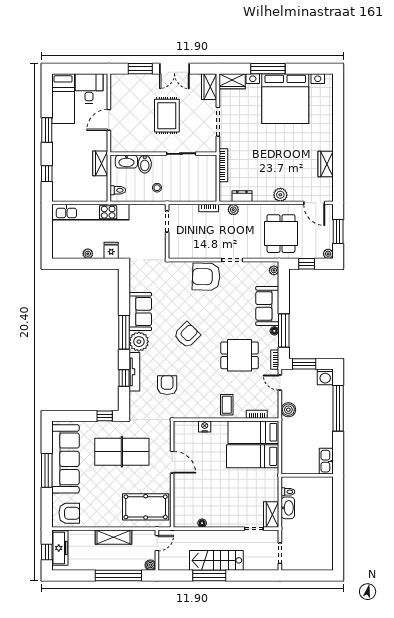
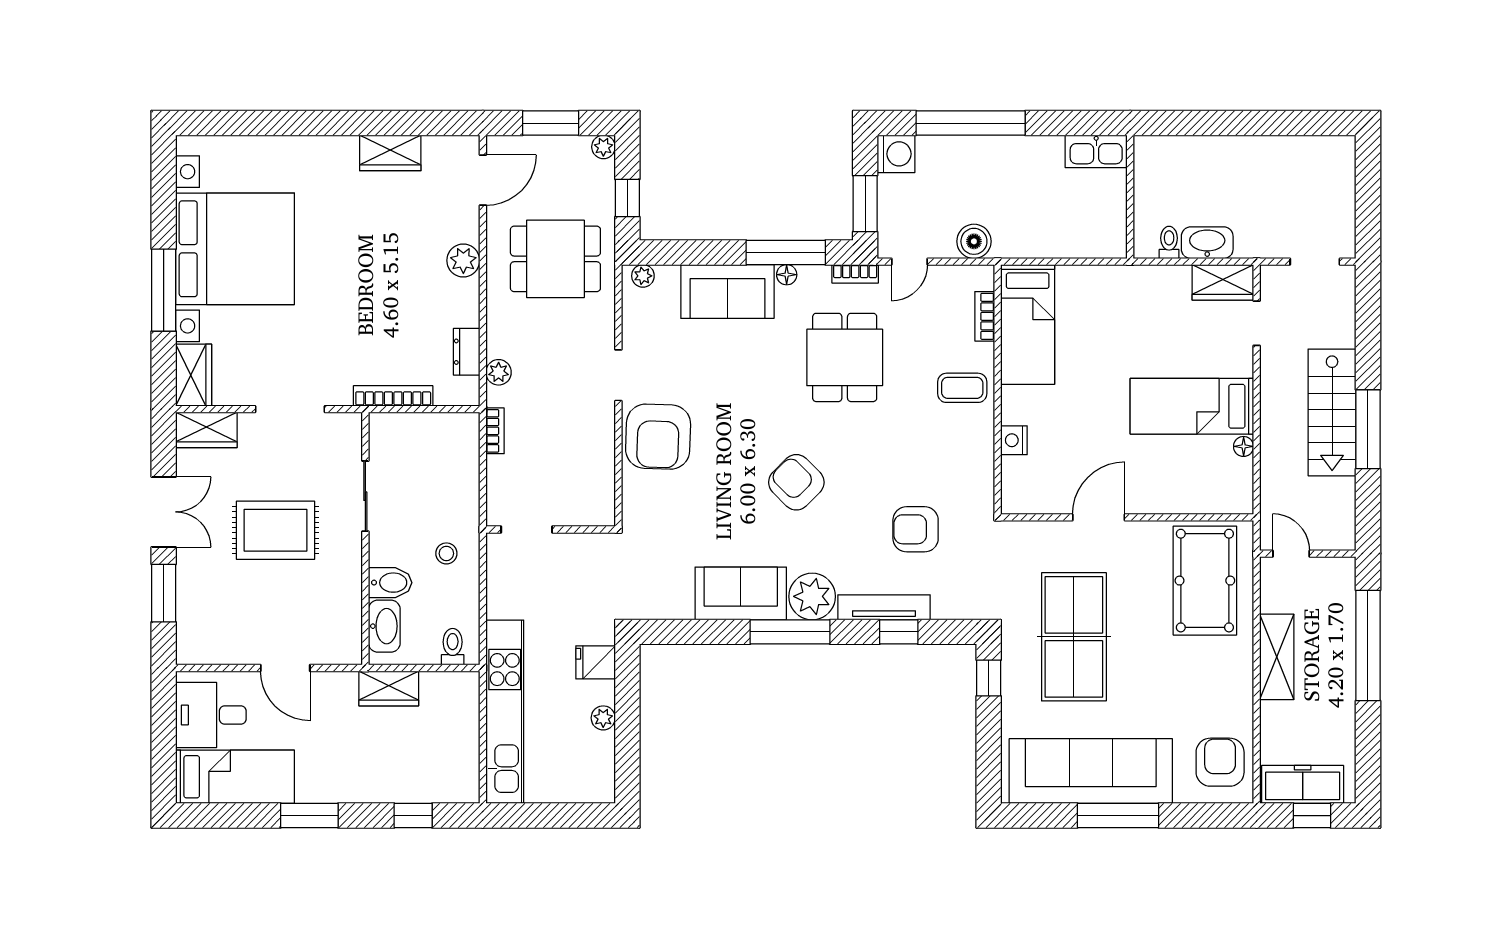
bed: (253, 456) -> (1192, 406), moved, turned 90
boiler: (150, 565) -> (1343, 569), removed

